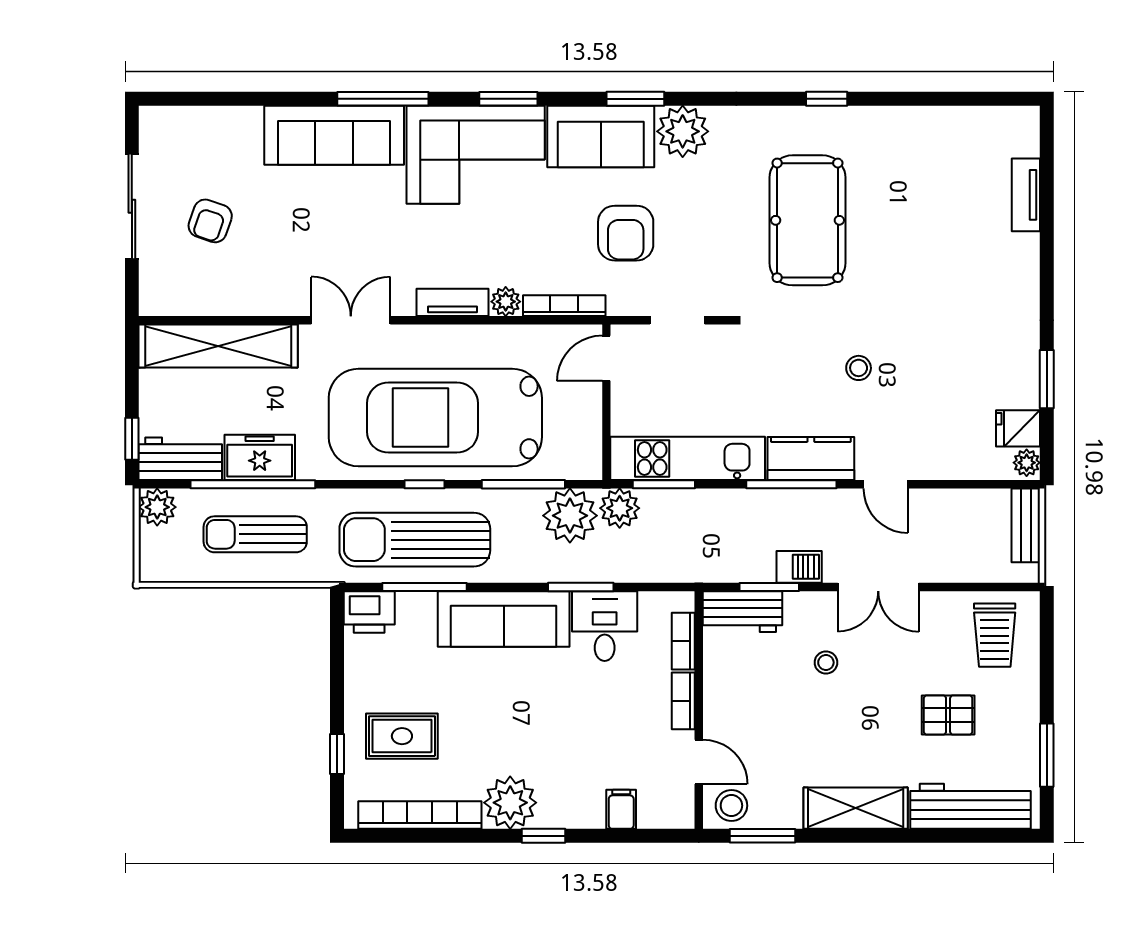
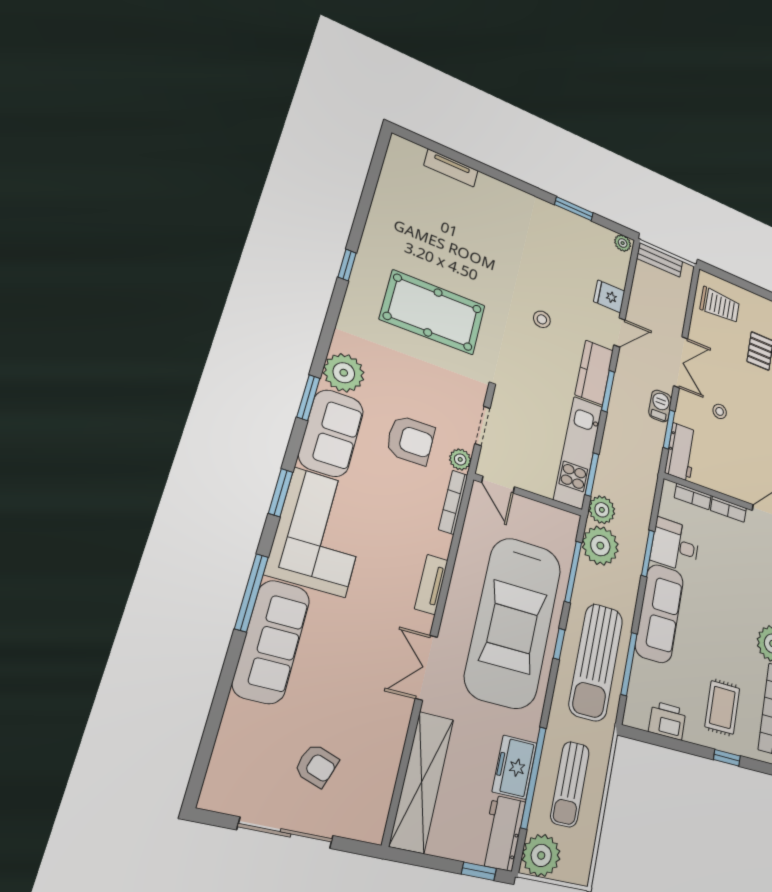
plant: (506, 302) -> (460, 459), moved
fridge: (1018, 428) -> (609, 296), moved, turned 90
window: (791, 484) -> (608, 391), width x0.69
plant: (157, 507) -> (541, 855), width x1.36, depth x1.36
printer: (369, 612) -> (667, 721), moved, turned -90

